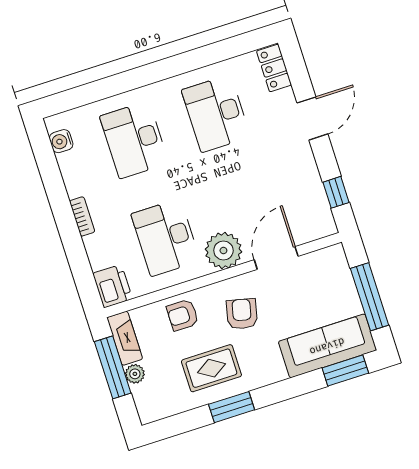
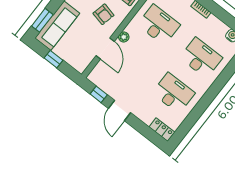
door: (312, 118) -> (119, 111), moved
plant: (223, 250) -> (124, 37), width x0.53, depth x0.53
window: (370, 297) -> (54, 59), width x0.46

